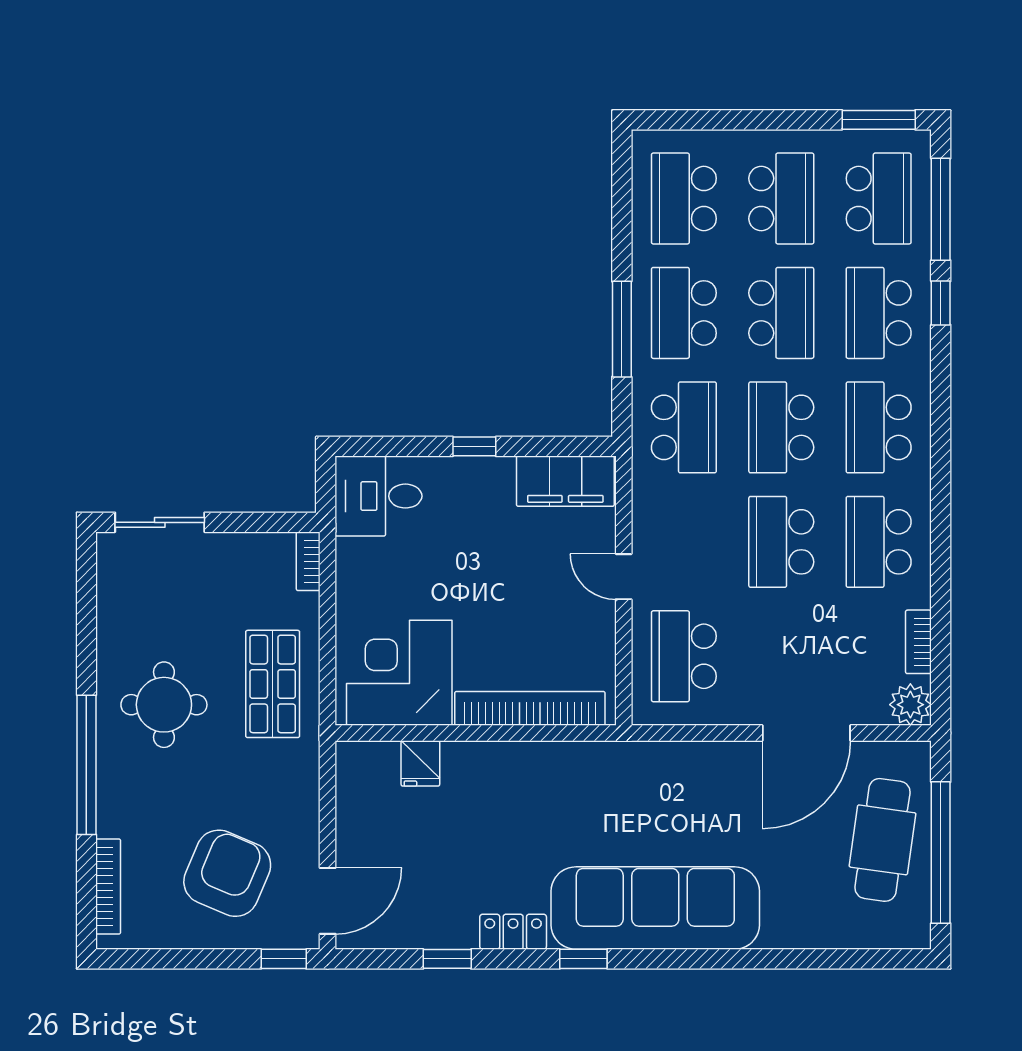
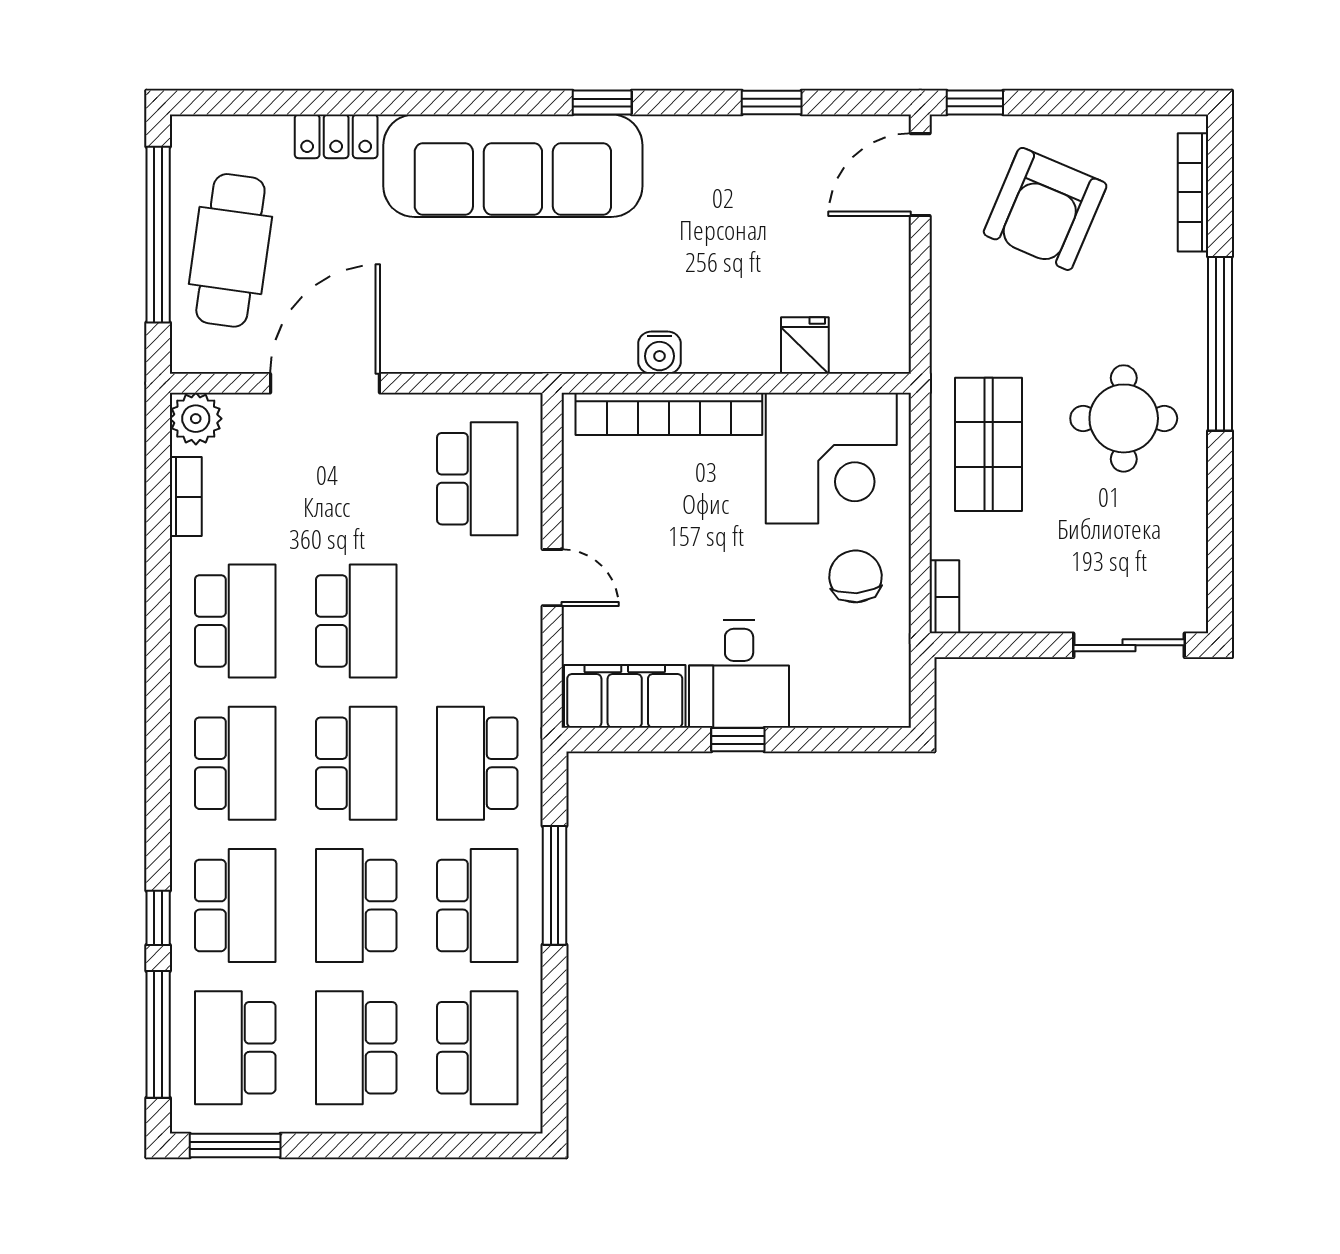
desk: (378, 496) -> (739, 674), moved, turned 90
chair: (380, 578) -> (855, 576), added
water cooler: (537, 758) -> (659, 353), added
locker: (513, 932) -> (336, 136), moved

